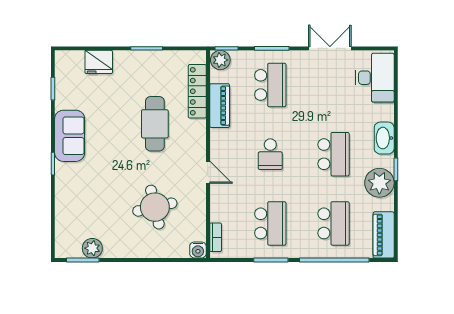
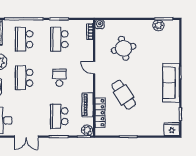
fridge: (99, 62) -> (172, 129), moved
cafe table: (155, 124) -> (124, 95), turned -33
sofa: (70, 136) -> (171, 83), width x1.36

